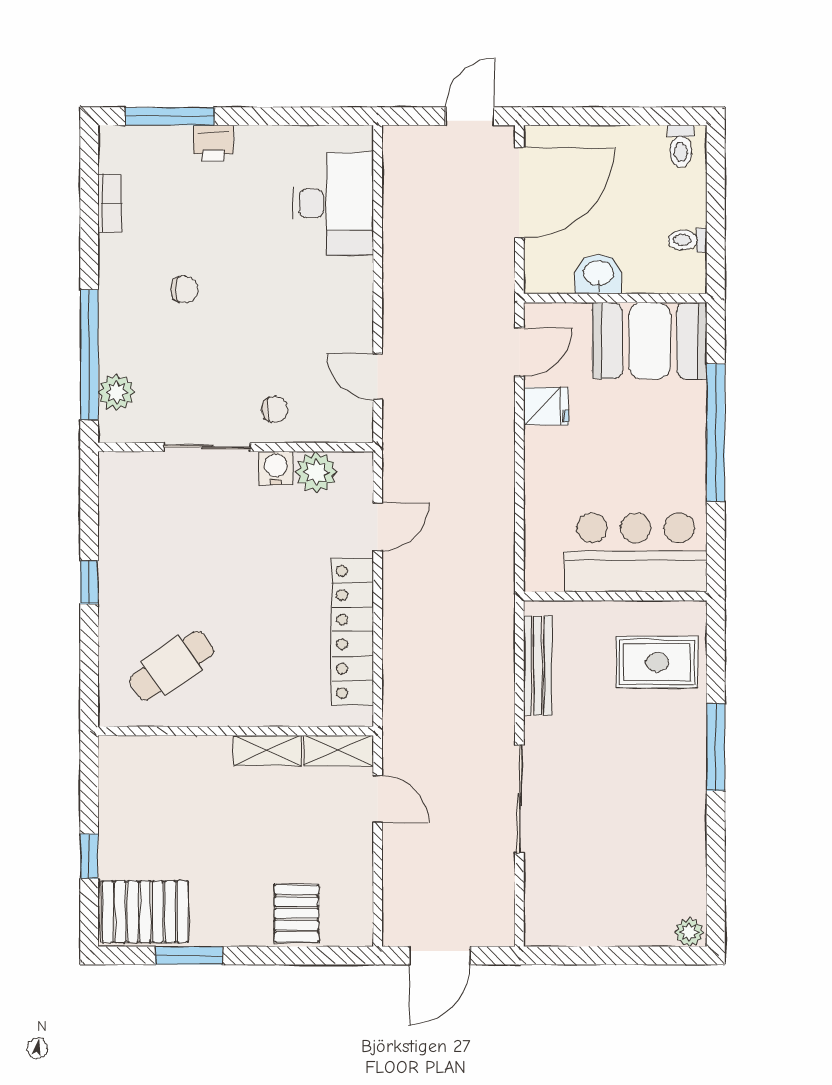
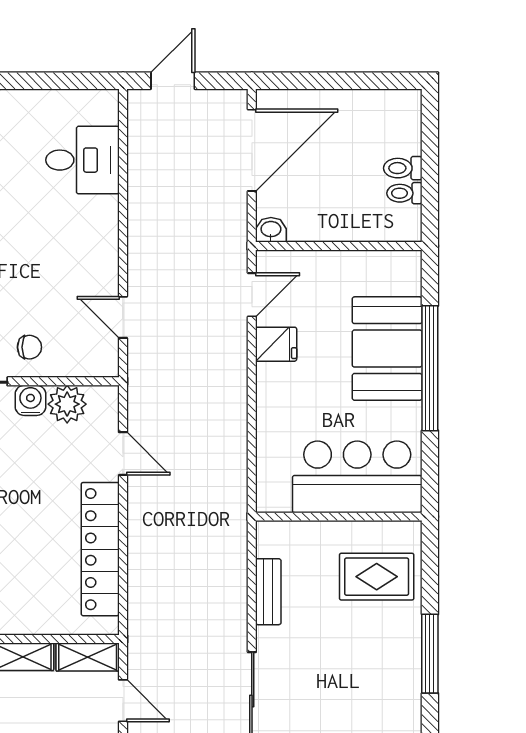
door: (470, 116) -> (173, 81), moved
toilet: (681, 146) -> (403, 168), moved, turned 90
desk: (333, 204) -> (82, 160), width x0.73
washbasin: (598, 274) -> (271, 230), moved, width x0.72, depth x0.69
booth: (650, 341) -> (387, 349), moved, turned 90
door: (378, 527) -> (123, 454), hinge flipped
bench: (538, 666) -> (268, 592), width x0.73

